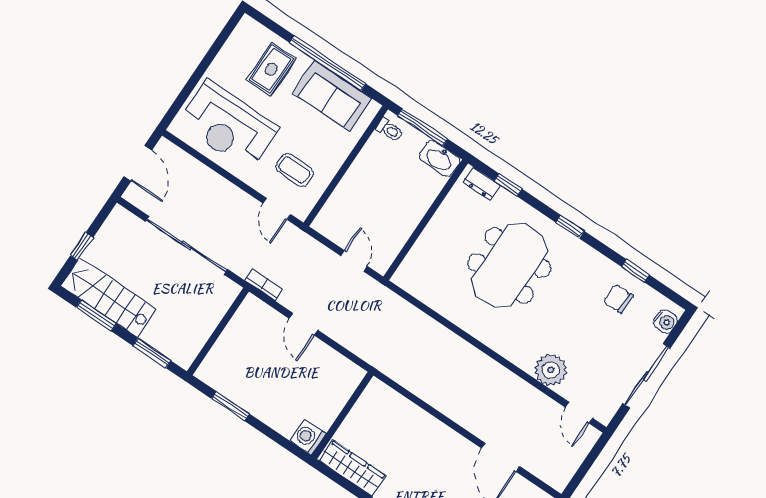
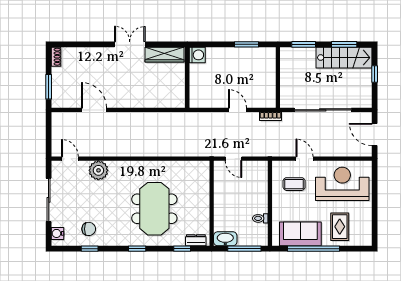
toilet: (389, 130) -> (260, 218), moved
door: (277, 209) -> (304, 159), moved

